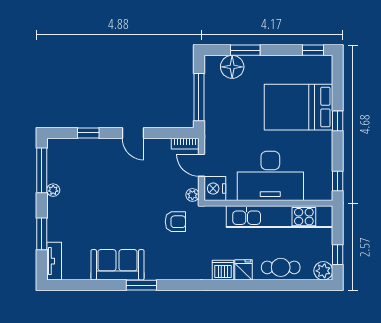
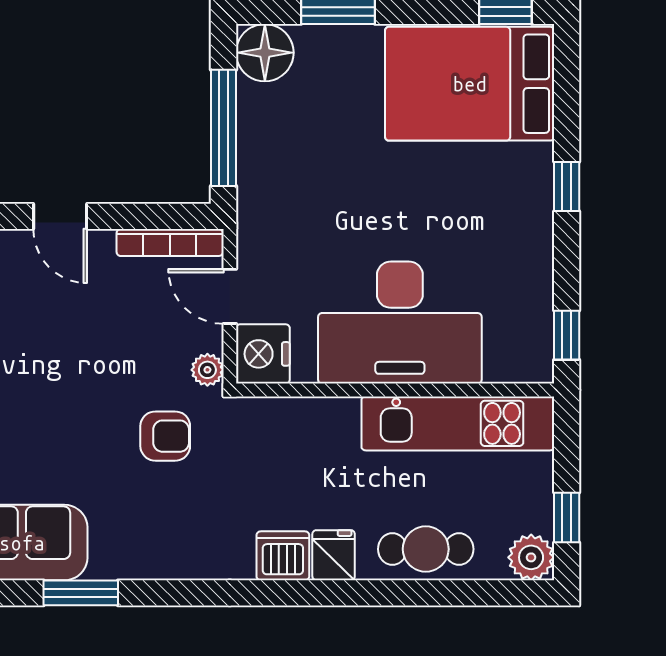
floor lamp: (232, 67) -> (265, 53), moved
bed: (298, 107) -> (470, 84), moved
bookcase: (185, 144) -> (170, 243), width x1.56
kitchen unit: (280, 217) -> (458, 423), width x0.73

